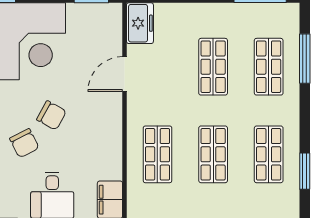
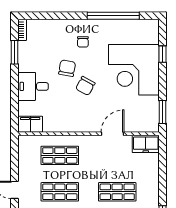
door: (125, 74) -> (112, 134), hinge flipped
chair: (24, 143) -> (67, 68), turned 127

